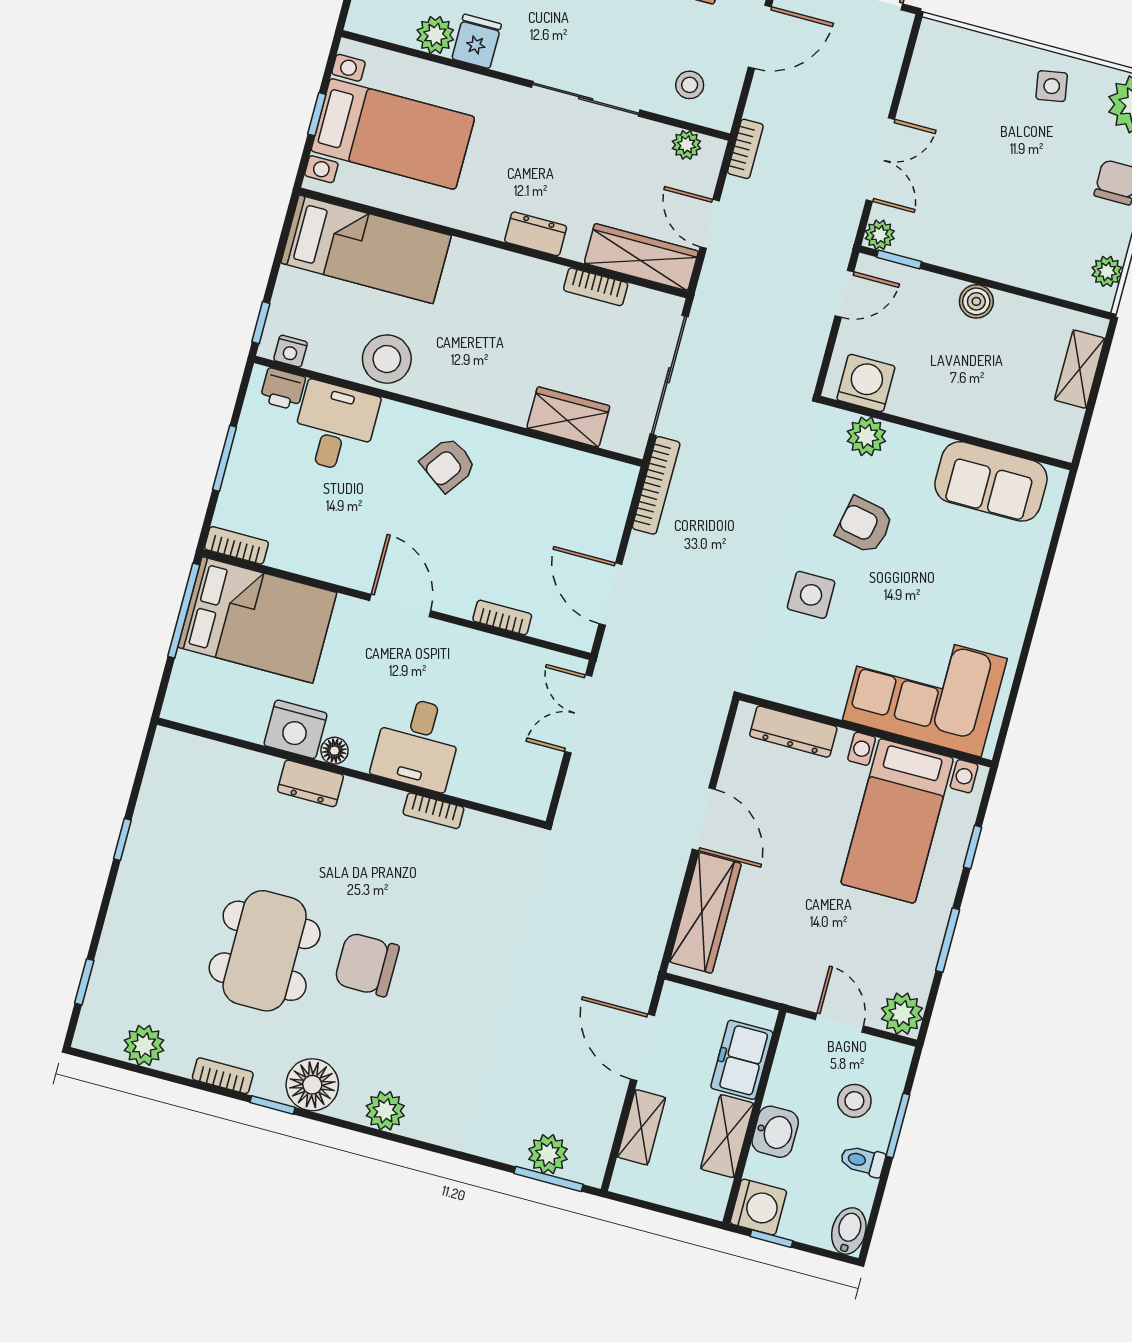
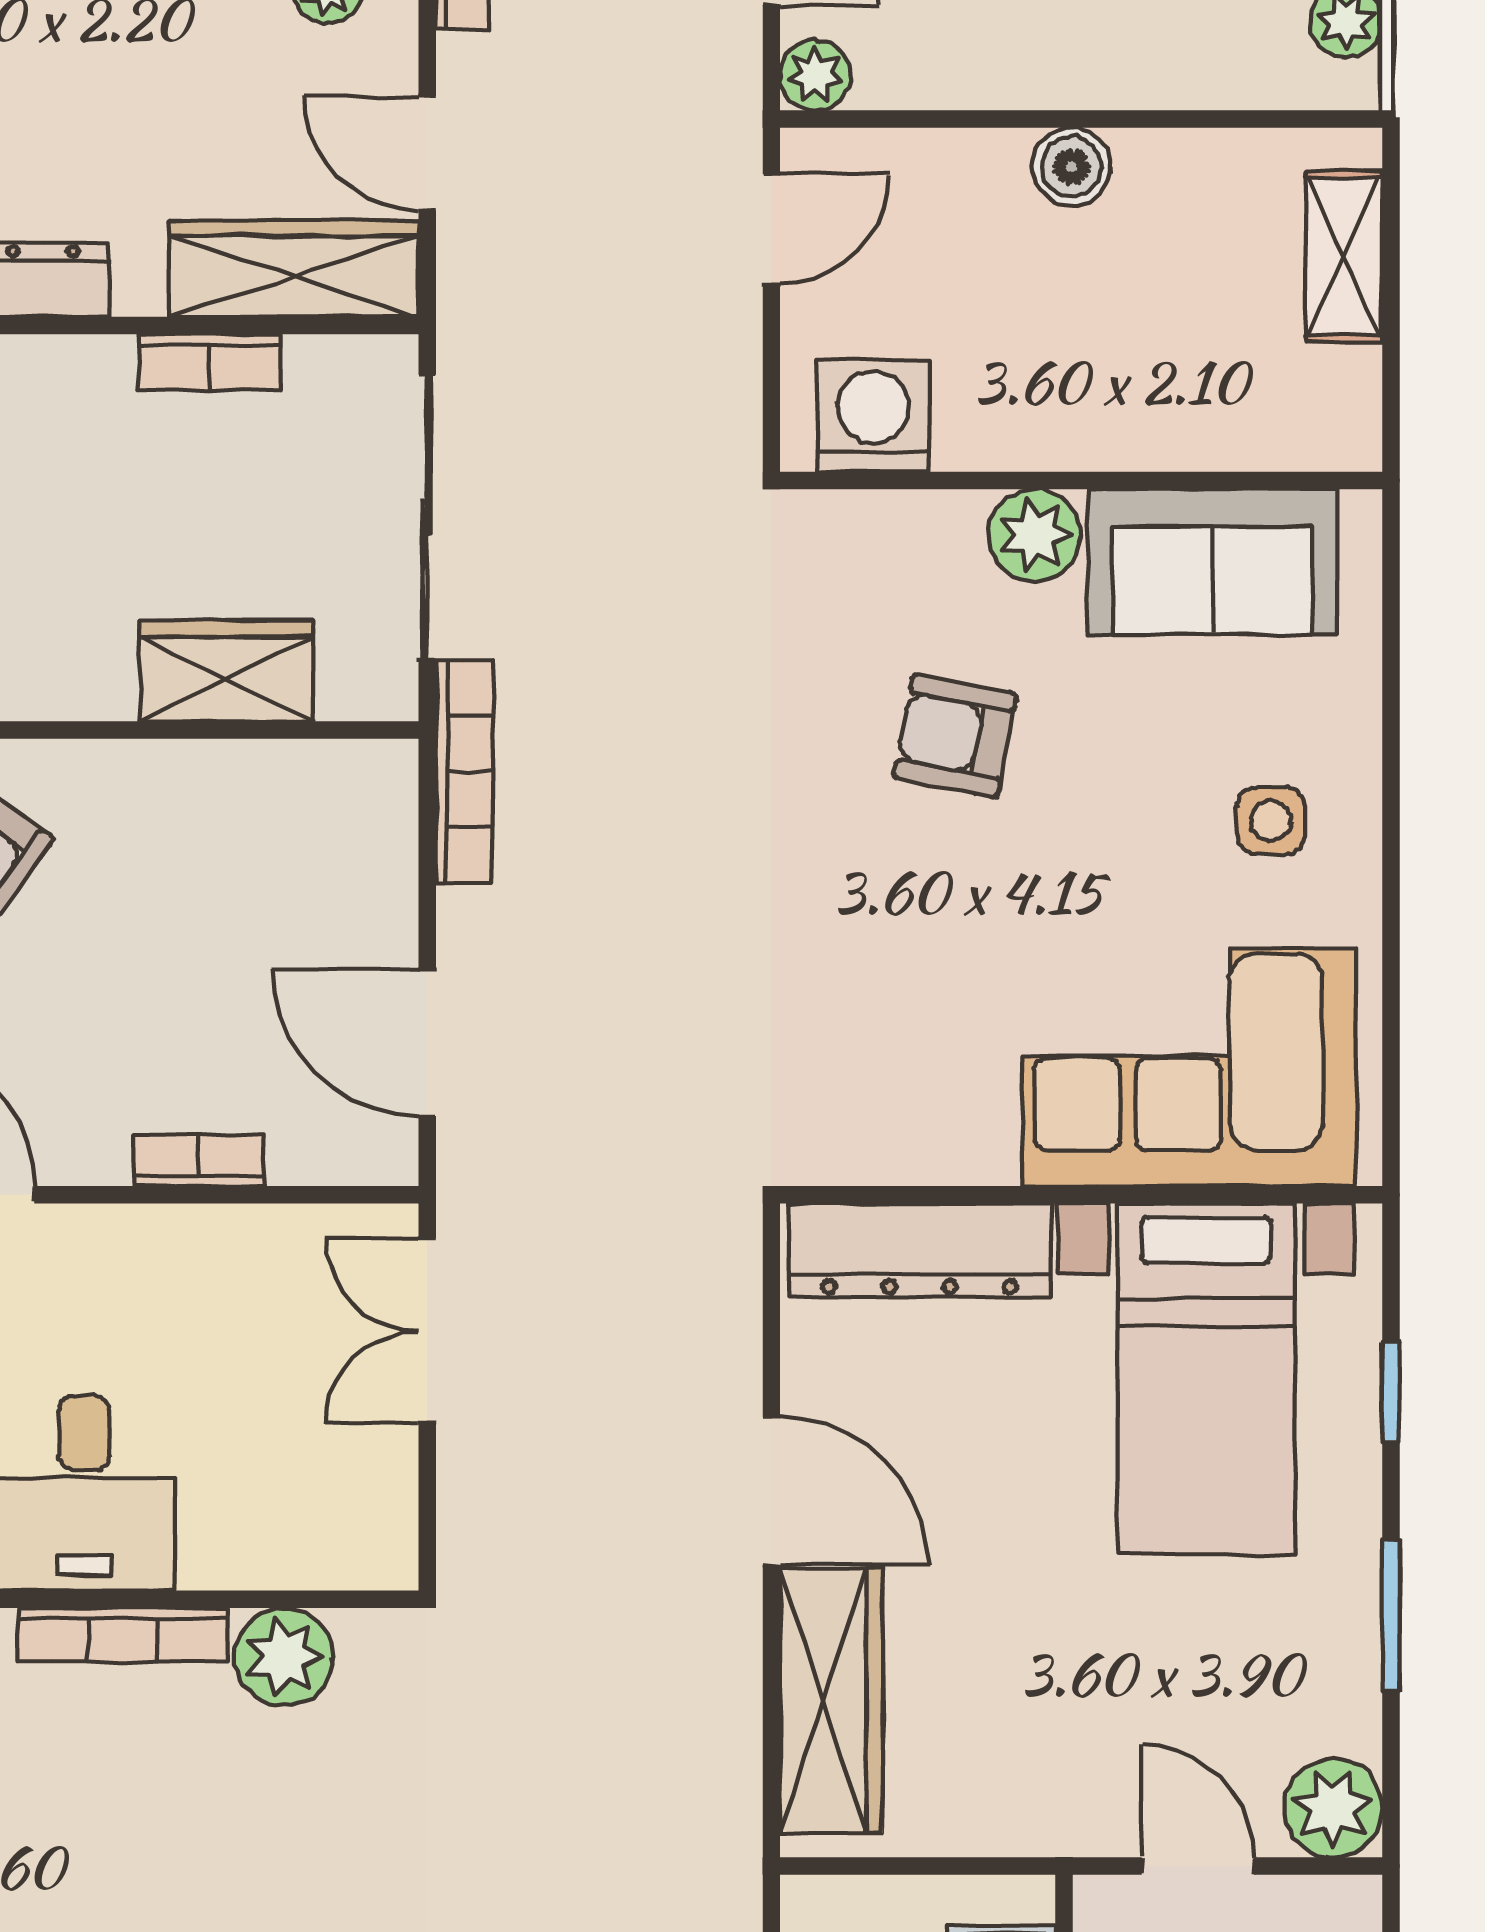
window: (899, 259) -> (873, 119), removed
plant: (866, 436) -> (1035, 535), moved
side table: (811, 595) -> (1271, 821), moved, width x0.73, depth x0.73
dresser: (793, 732) -> (920, 1250), width x1.37, depth x1.24
bookcase: (433, 811) -> (123, 1635), width x1.56
plant: (482, 834) -> (284, 1657), added

